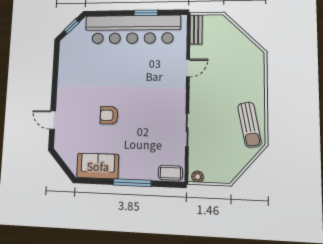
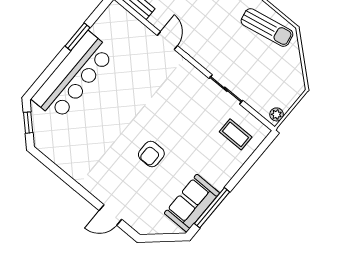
bar counter: (132, 30) -> (73, 76), width x0.73
coffee table: (170, 173) -> (236, 134), moved, turned 90
window: (132, 183) -> (212, 208), moved

